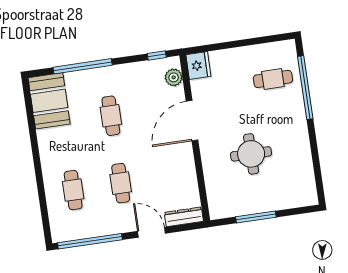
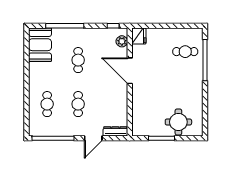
door: (192, 121) -> (130, 71), hinge flipped
round table: (251, 154) -> (178, 122), moved
door: (151, 232) -> (93, 138), swing flipped

